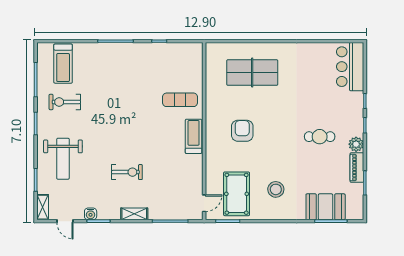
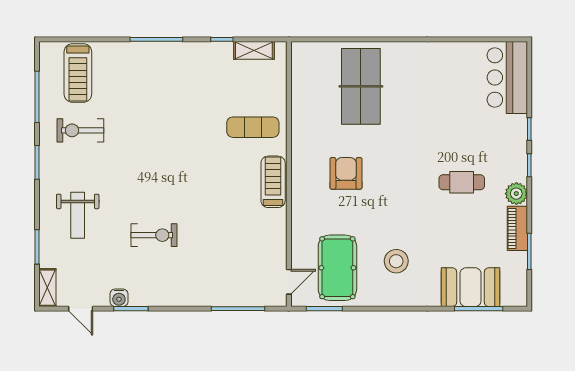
table tennis table: (252, 73) -> (361, 86), turned 90
weight bench: (63, 159) -> (78, 215), width x0.73, depth x0.75
exercise bike: (127, 172) -> (154, 235), moved
shelving: (134, 214) -> (254, 50), moved

